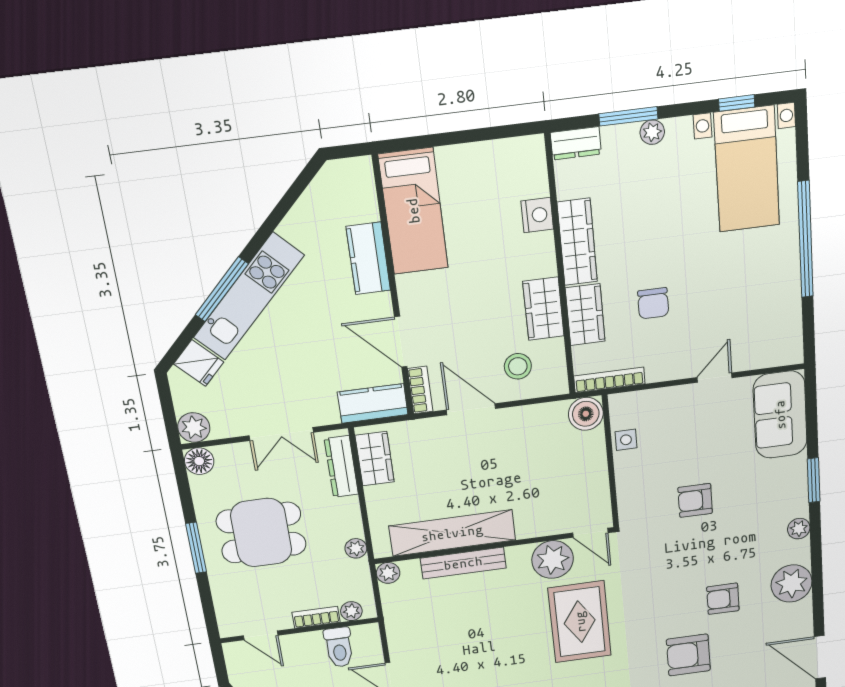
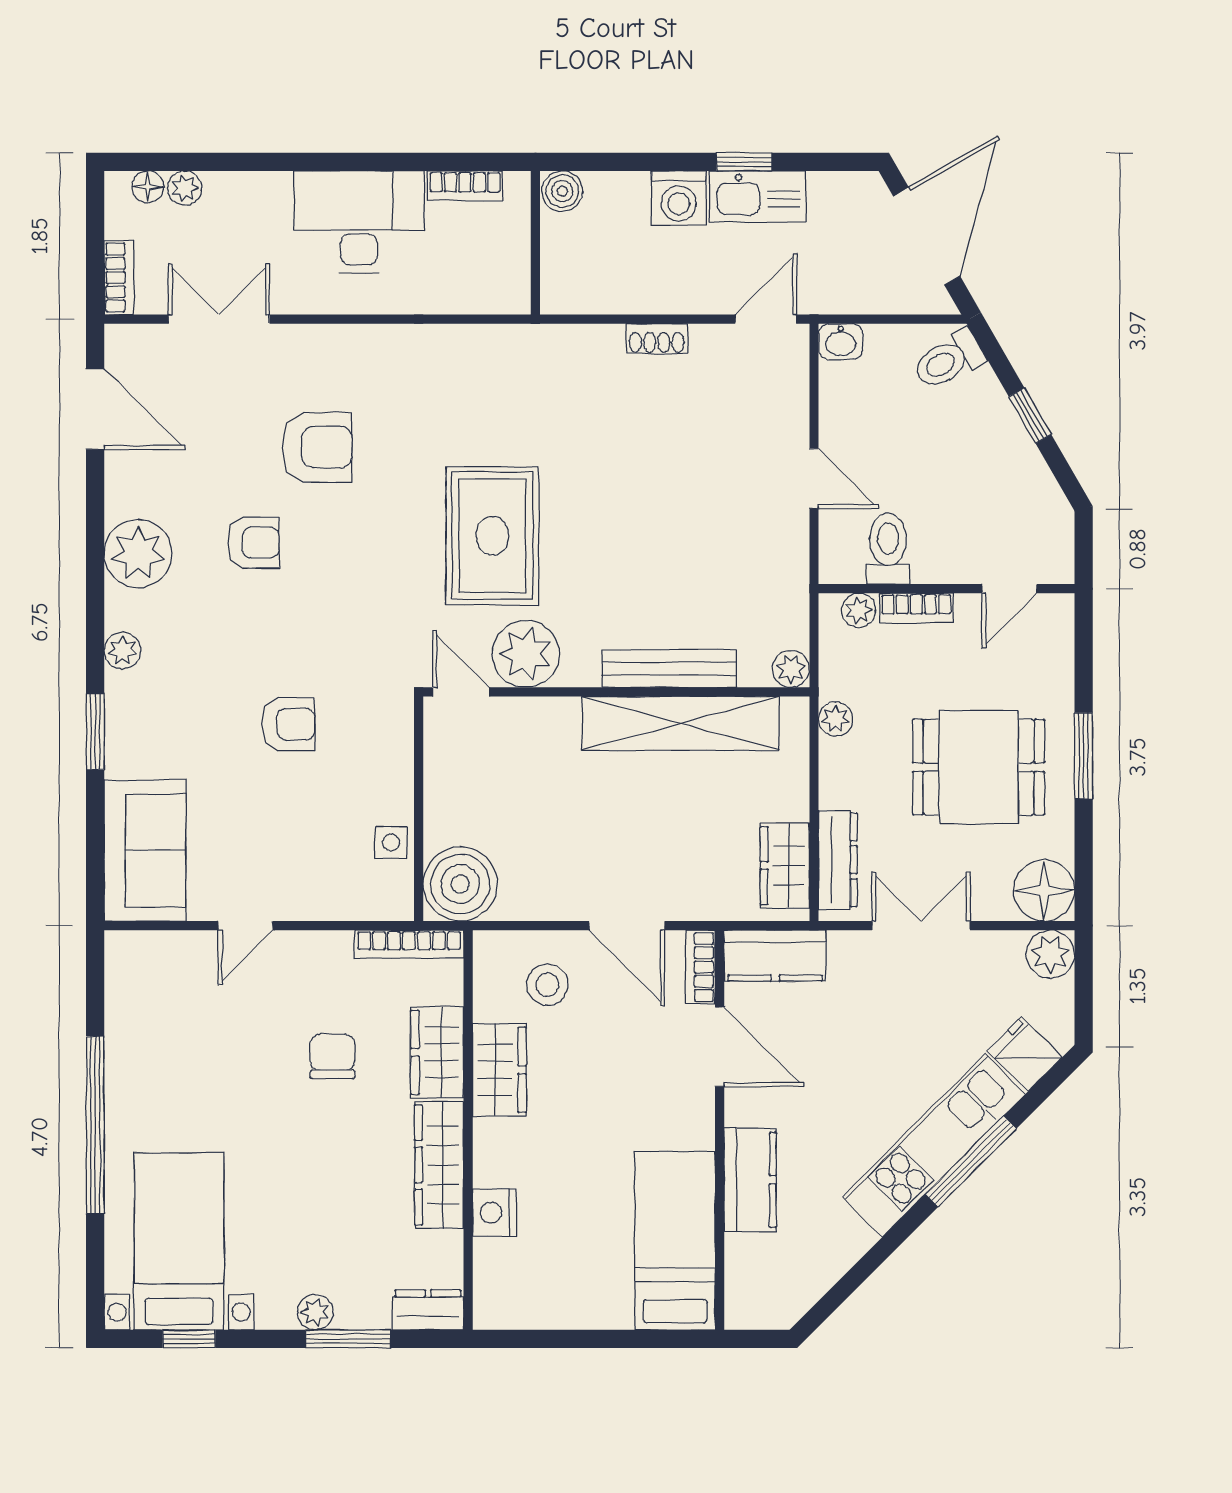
boiler: (586, 414) -> (460, 884), width x1.37, depth x1.37
floor lamp: (199, 461) -> (1044, 891), width x1.38, depth x1.38
door: (261, 635) -> (1010, 589), swing flipped

